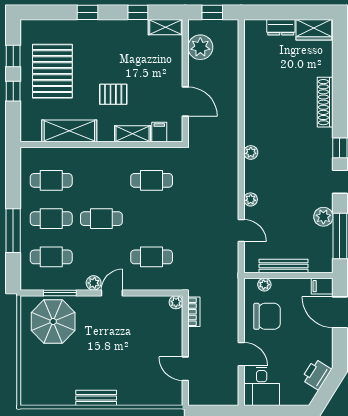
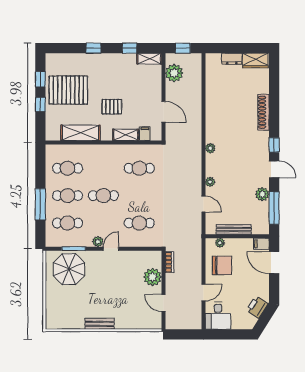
pallet: (52, 71) -> (68, 90), turned 90
plant: (176, 302) -> (153, 277), moved, width x1.88, depth x1.88
door: (241, 354) -> (203, 292), hinge flipped

